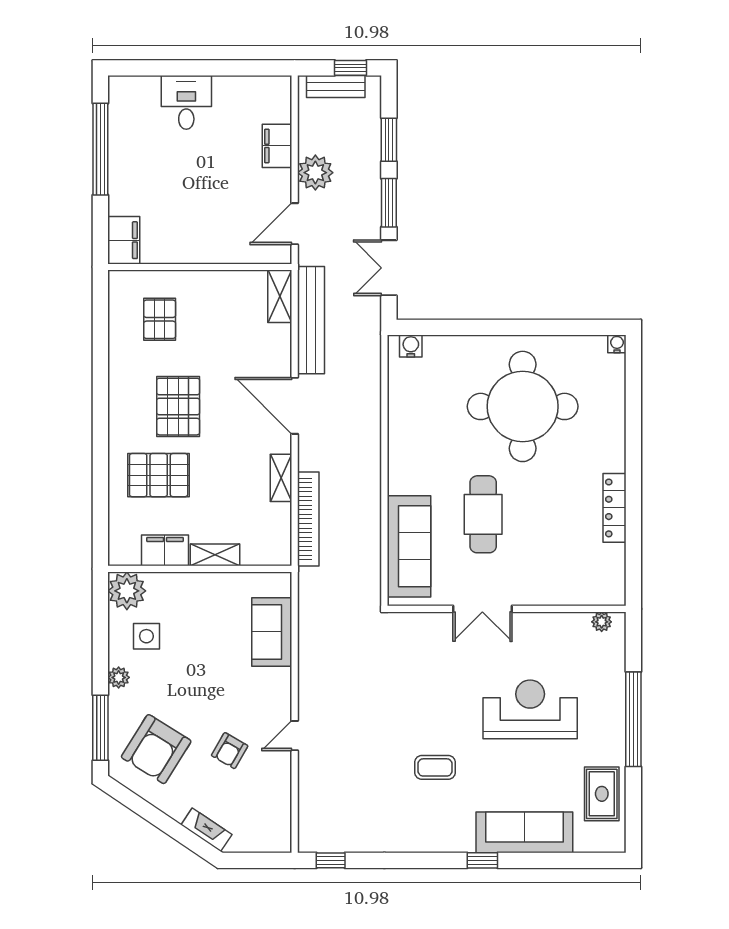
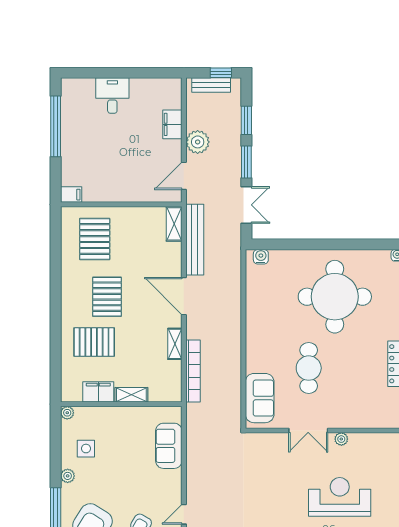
filing cabinet: (124, 240) -> (71, 195), width x0.50
double door: (389, 268) -> (246, 205), swing flipped
pallet: (160, 319) -> (95, 239), width x1.50, depth x1.42
sofa: (409, 546) -> (260, 398), width x0.73
plant: (127, 591) -> (67, 413), width x0.53, depth x0.53
plant: (602, 622) -> (341, 439), moved

